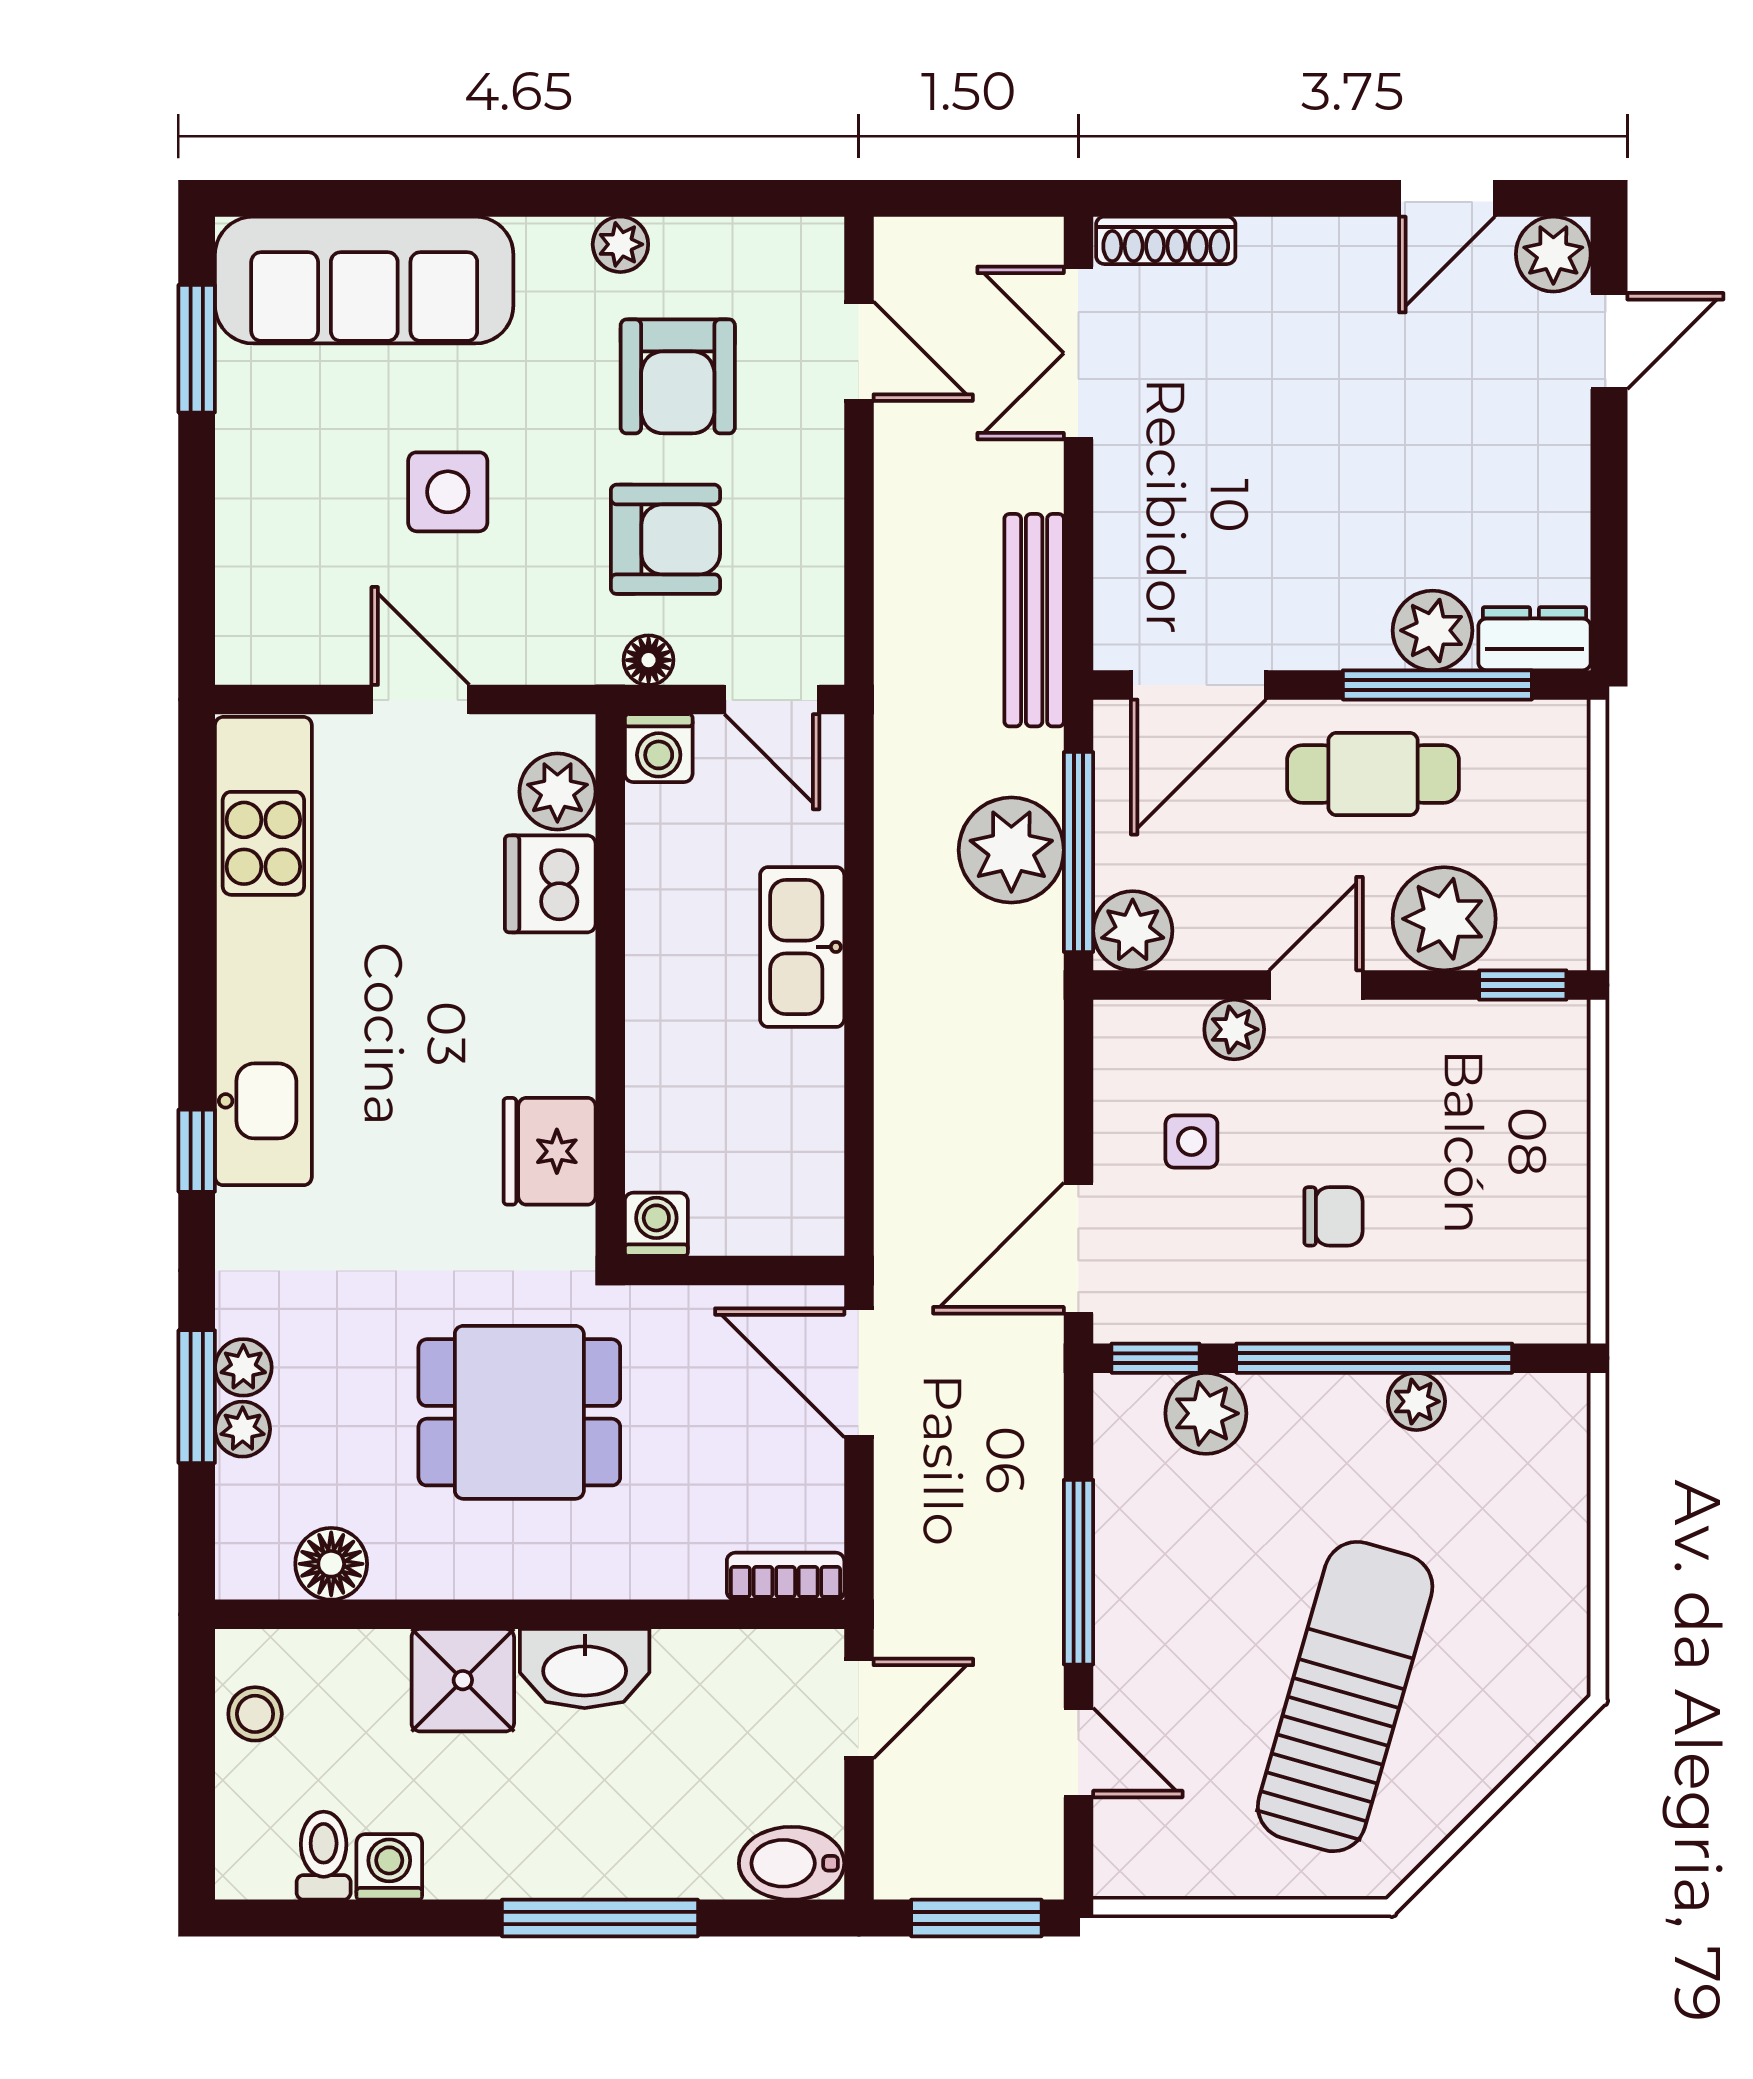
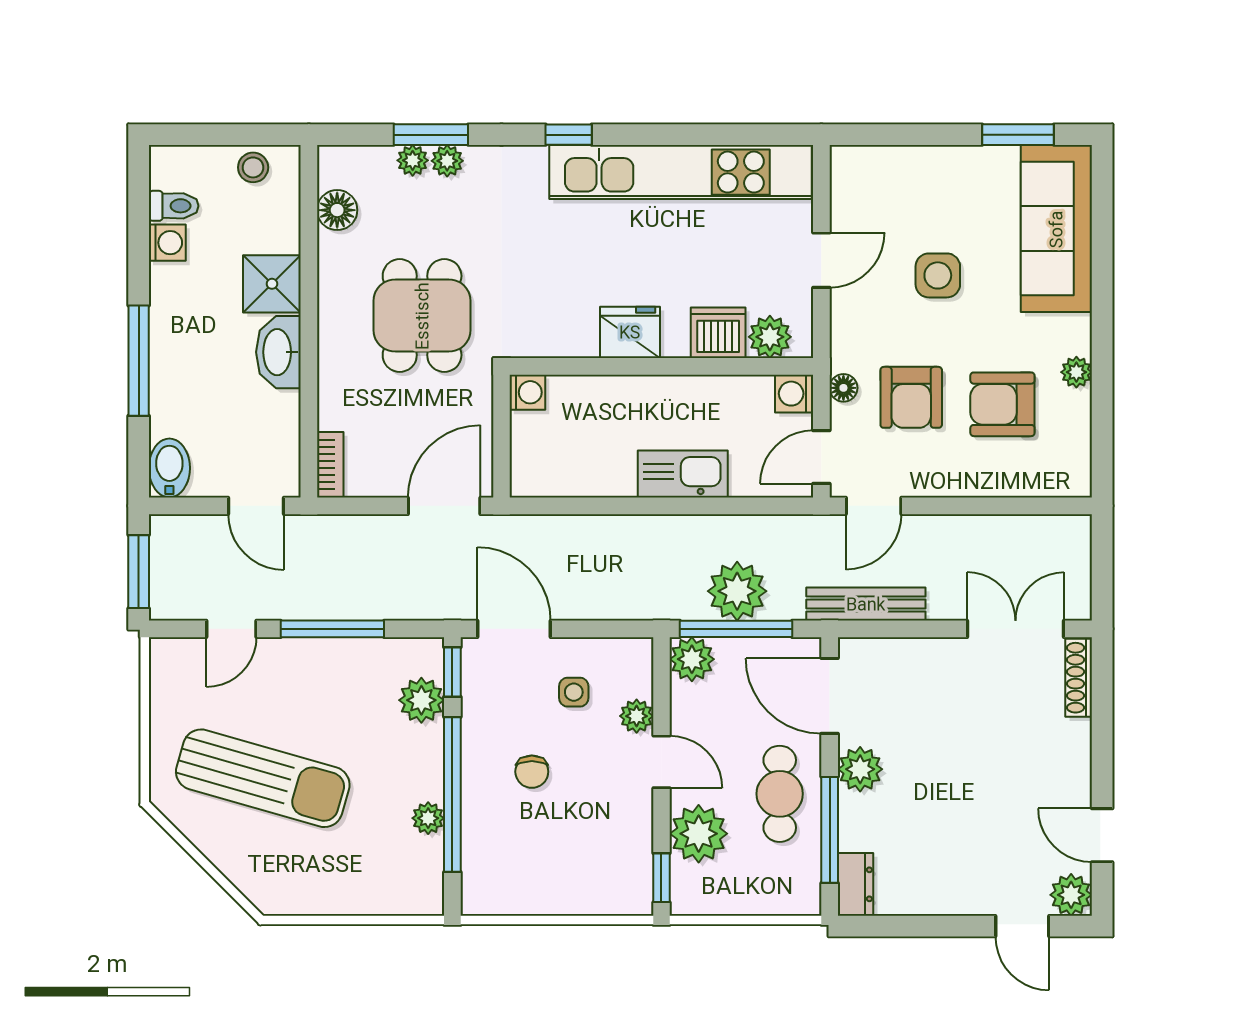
door: (859, 351) -> (874, 506), moved
plant: (1433, 630) -> (860, 769), moved
fridge: (550, 1151) -> (630, 332), moved

